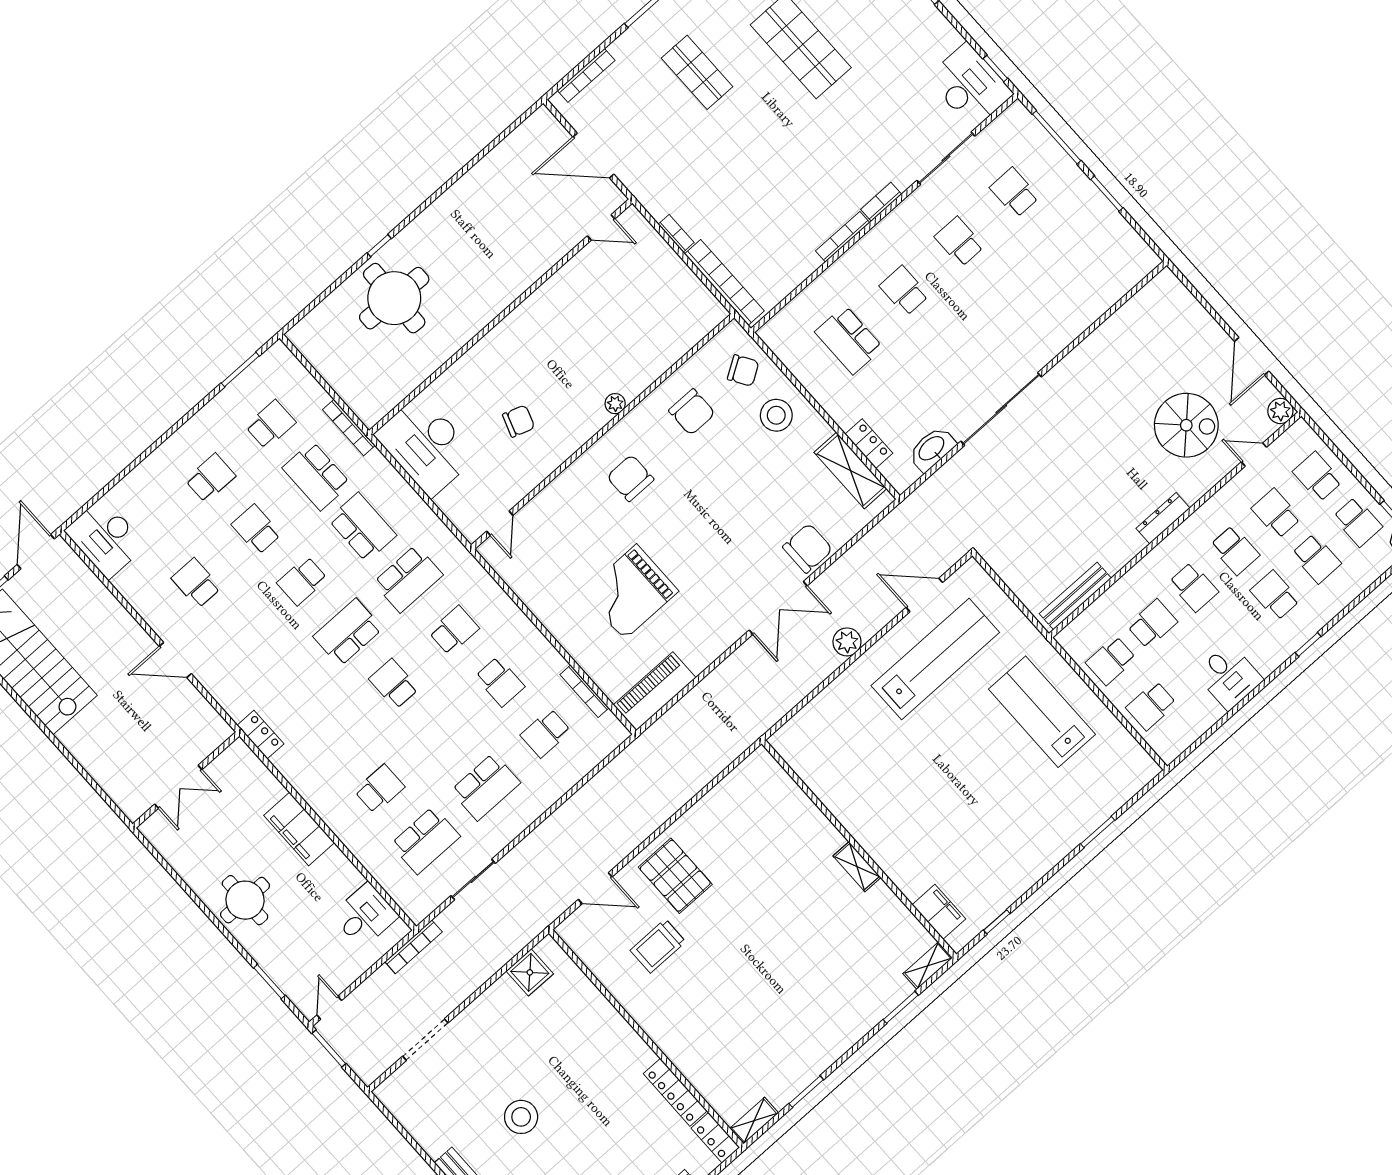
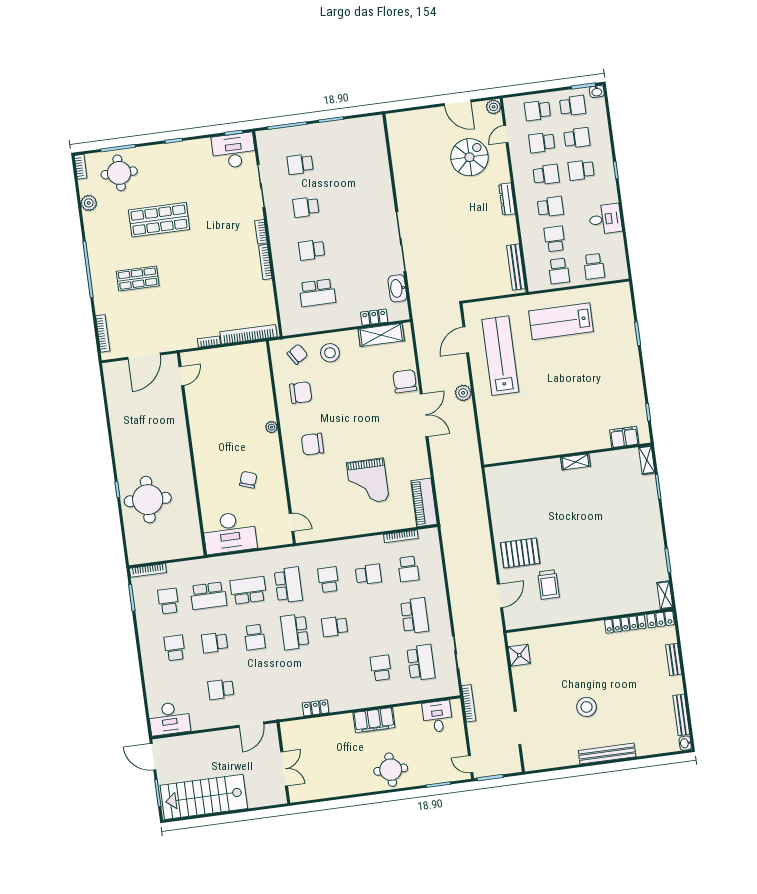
bookcase: (349, 428) -> (148, 570), moved
wall: (186, 780) -> (283, 763), moved
double door: (178, 787) -> (284, 769), moved

